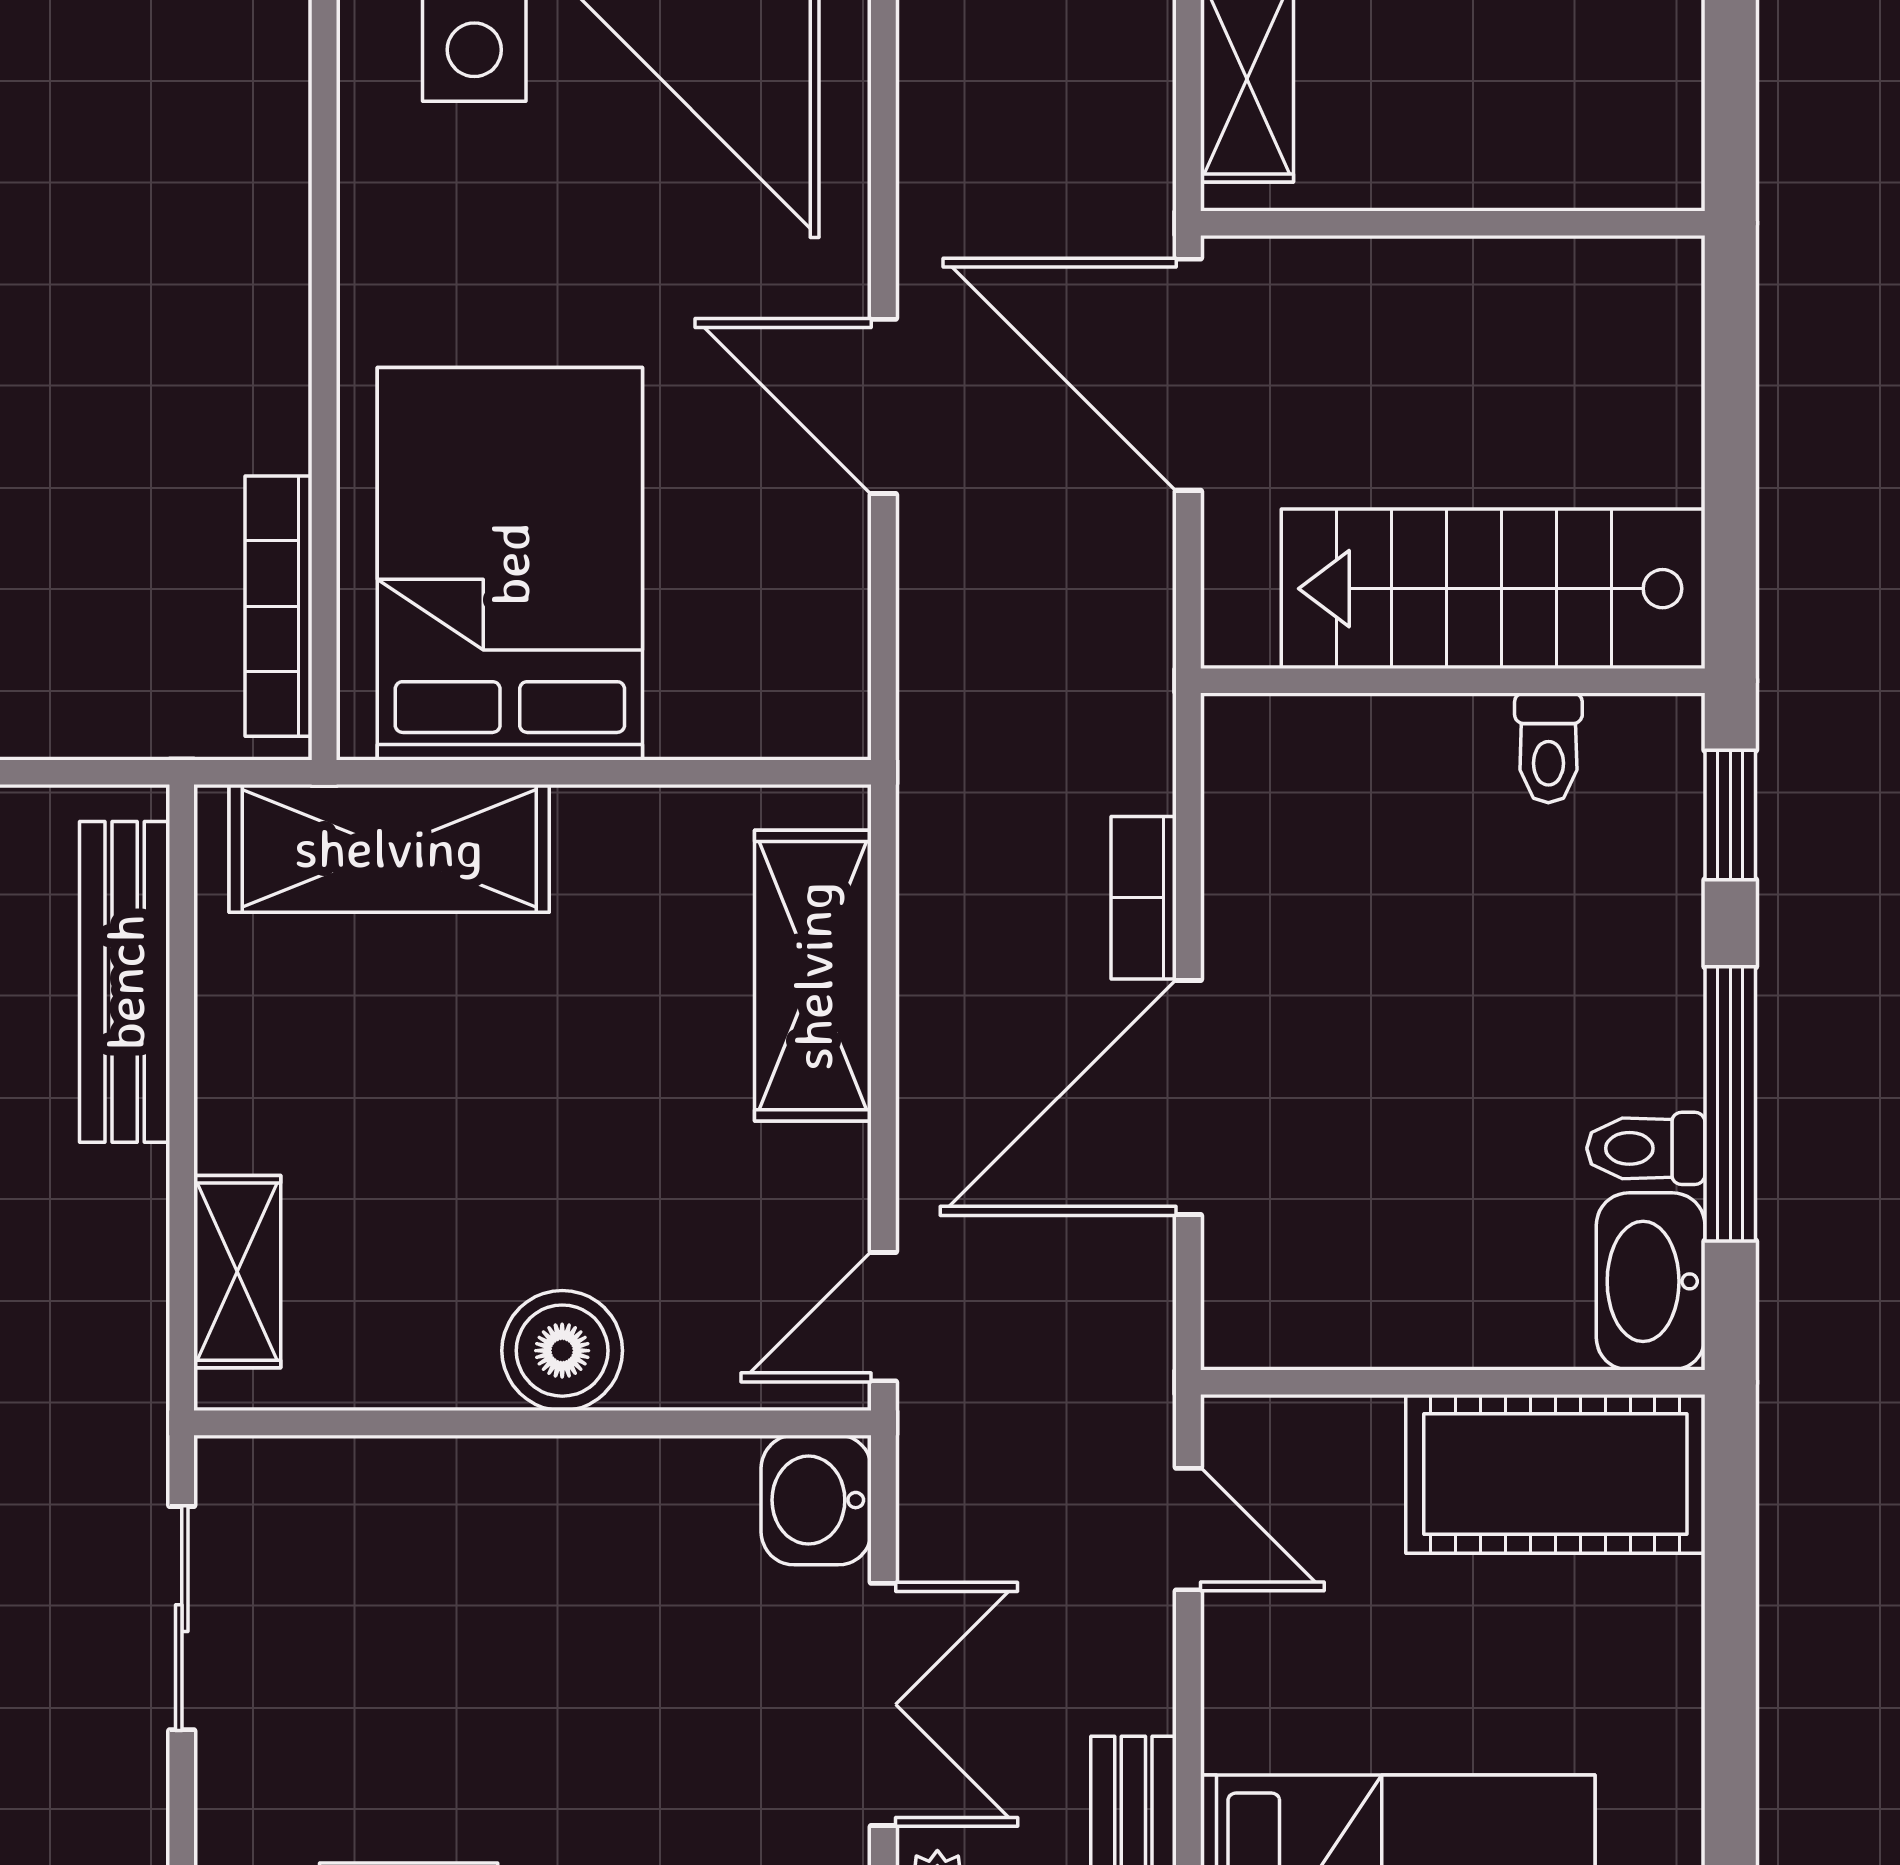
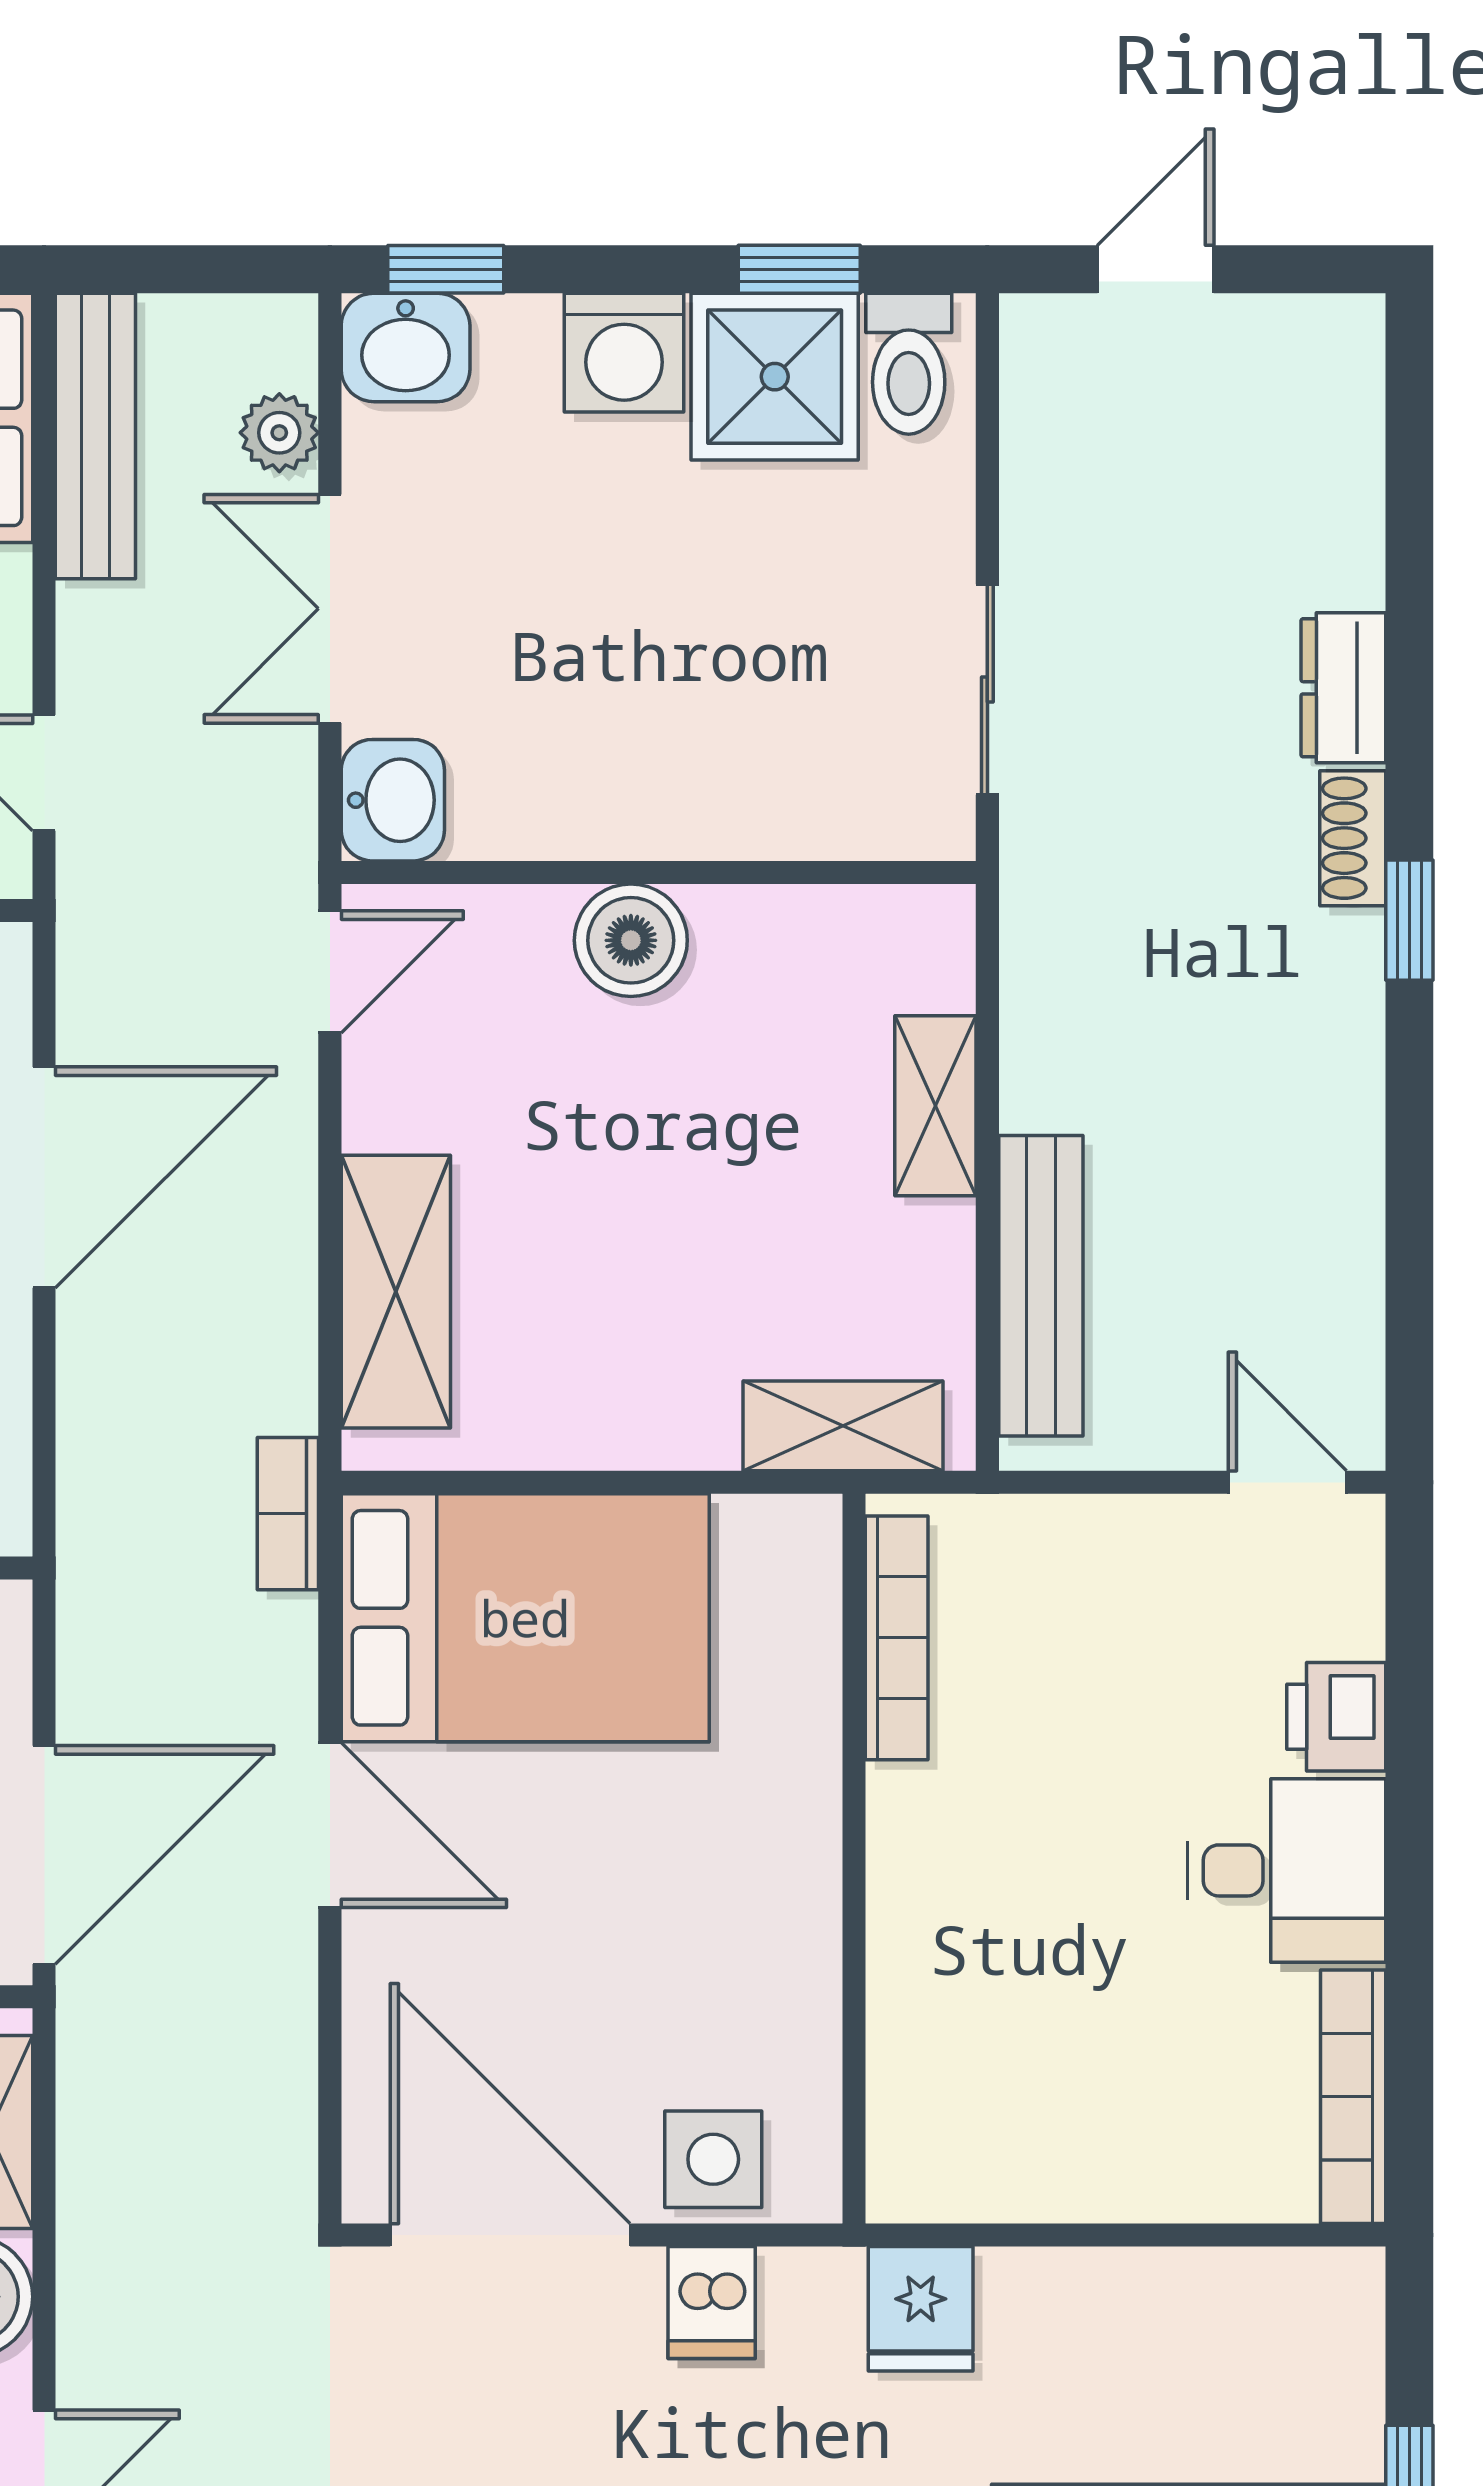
door: (1188, 375) -> (44, 1855), hinge flipped
bed: (510, 564) -> (525, 1618), moved, turned -90
shelving: (389, 848) -> (843, 1426), width x0.67, depth x0.75
bookcase: (1144, 898) -> (288, 1514), moved, turned 180
shelving: (237, 1272) -> (935, 1106), moved

